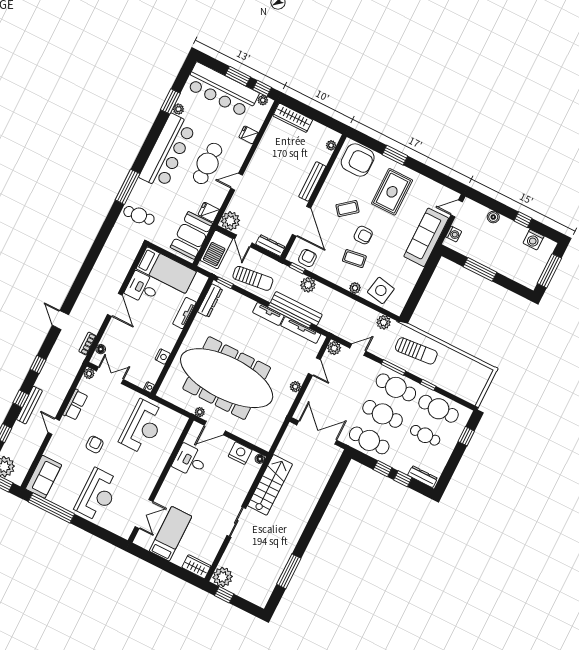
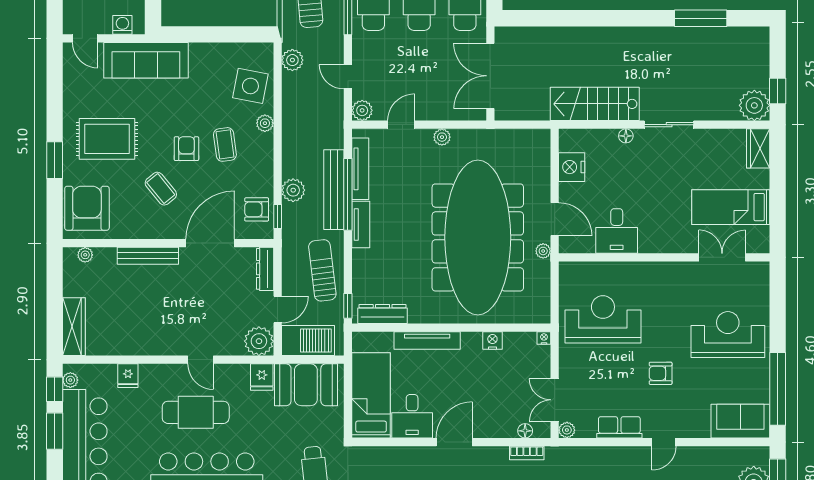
tv unit: (184, 313) -> (427, 341), width x1.41
floor lamp: (260, 459) -> (626, 136), moved

